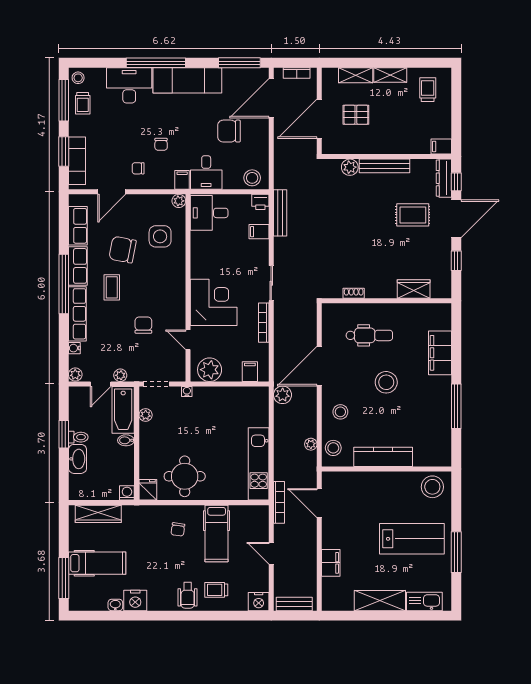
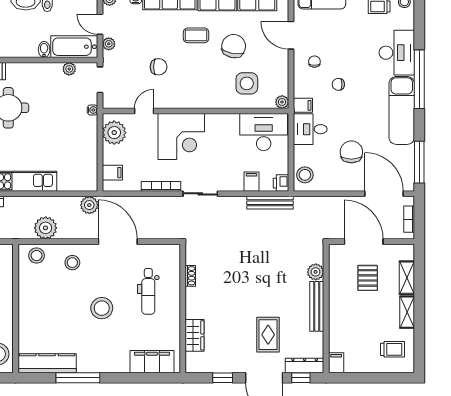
desk: (209, 213) -> (264, 132), width x1.37
filing cabinet: (440, 353) -> (152, 362), moved
plant: (311, 444) -> (46, 228), width x1.88, depth x1.88
kitchen counter: (383, 457) -> (47, 363), moved, turned -90

